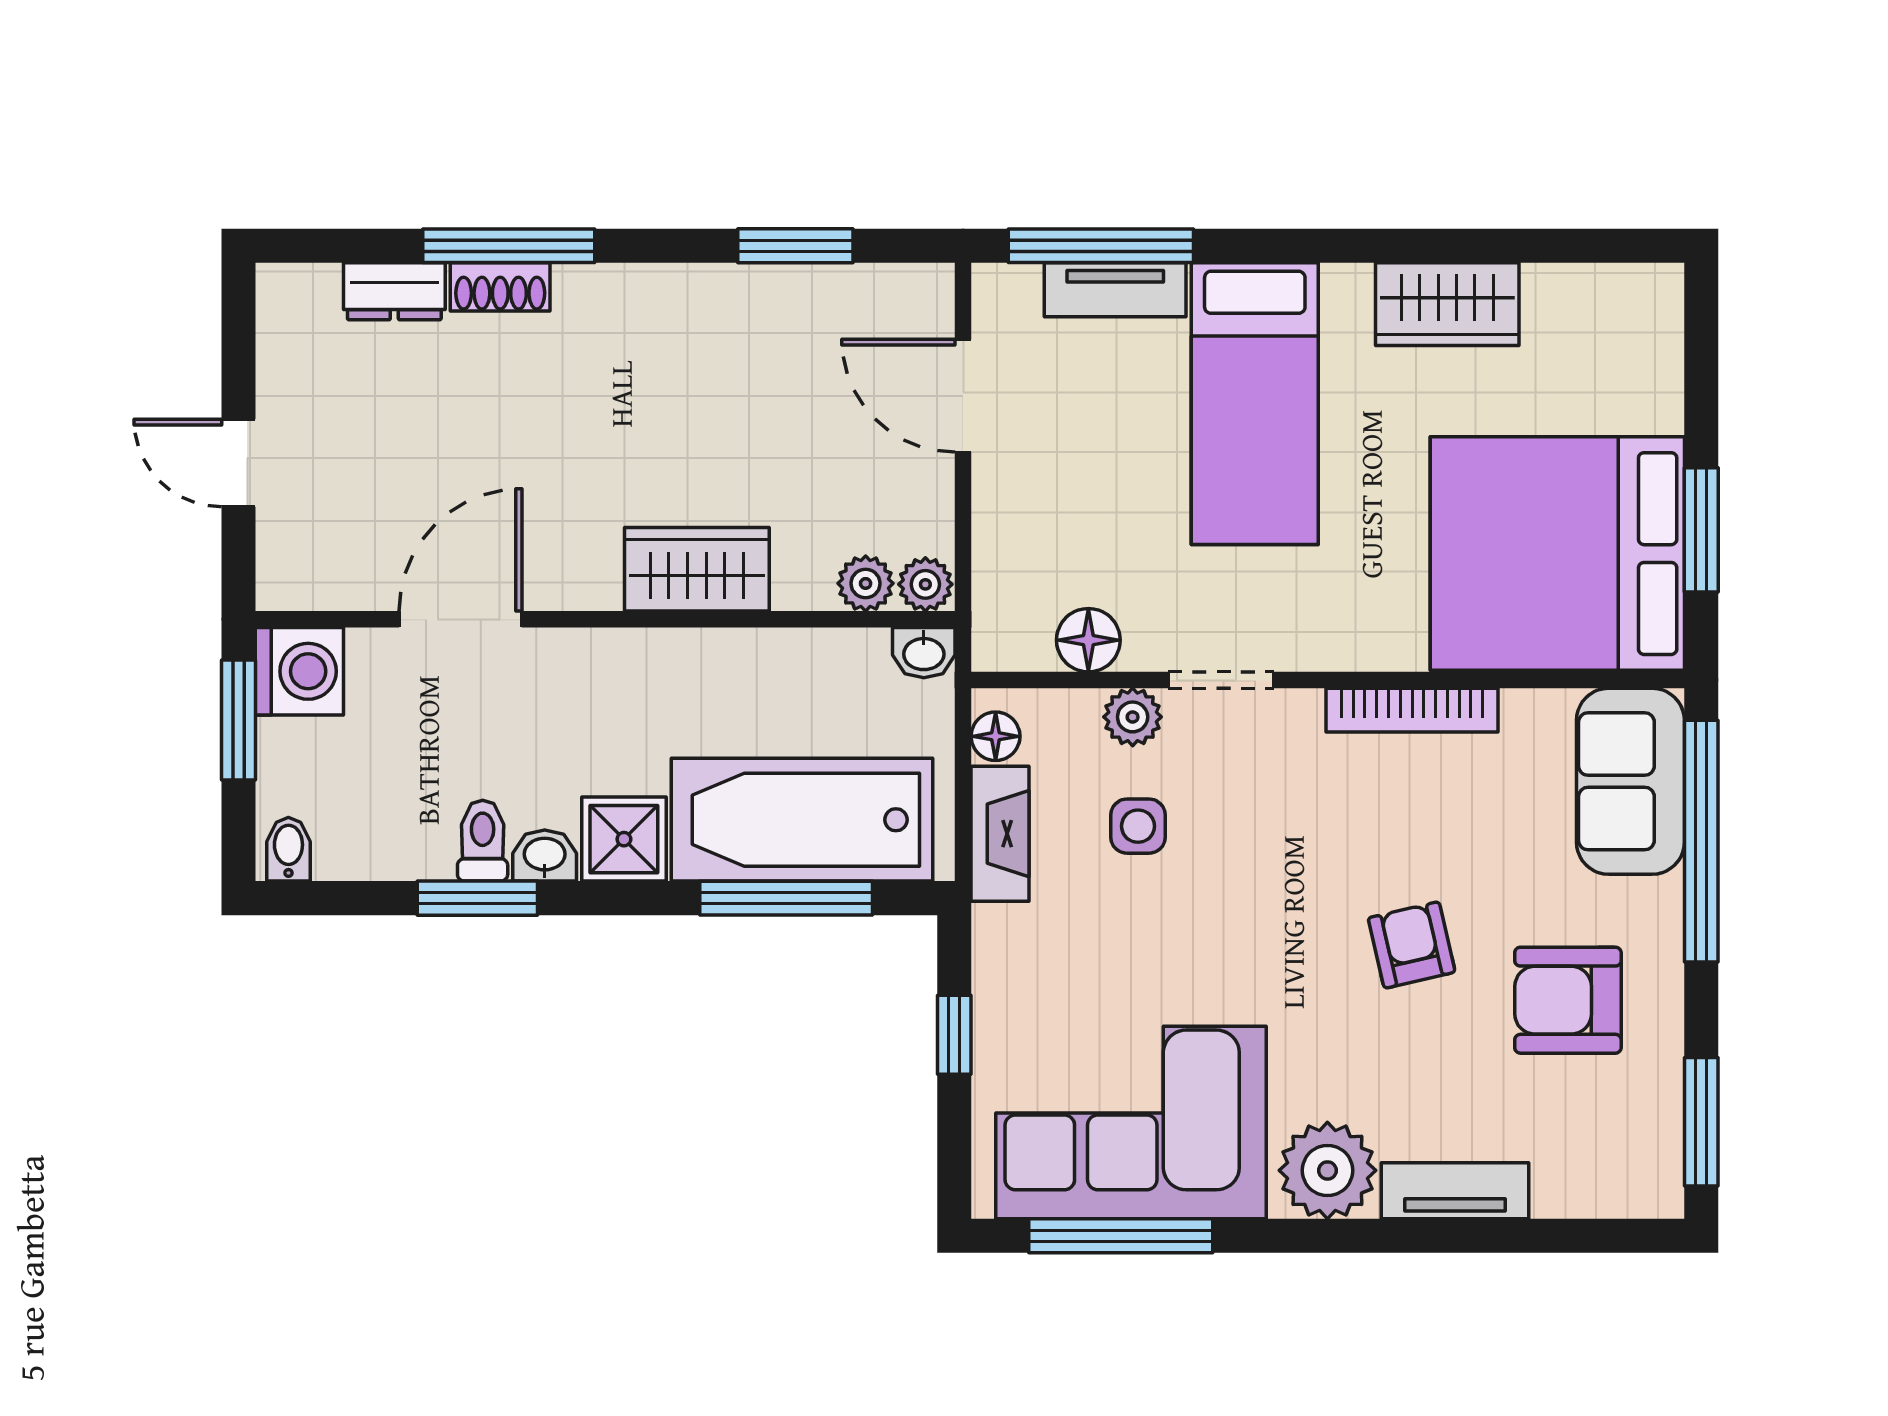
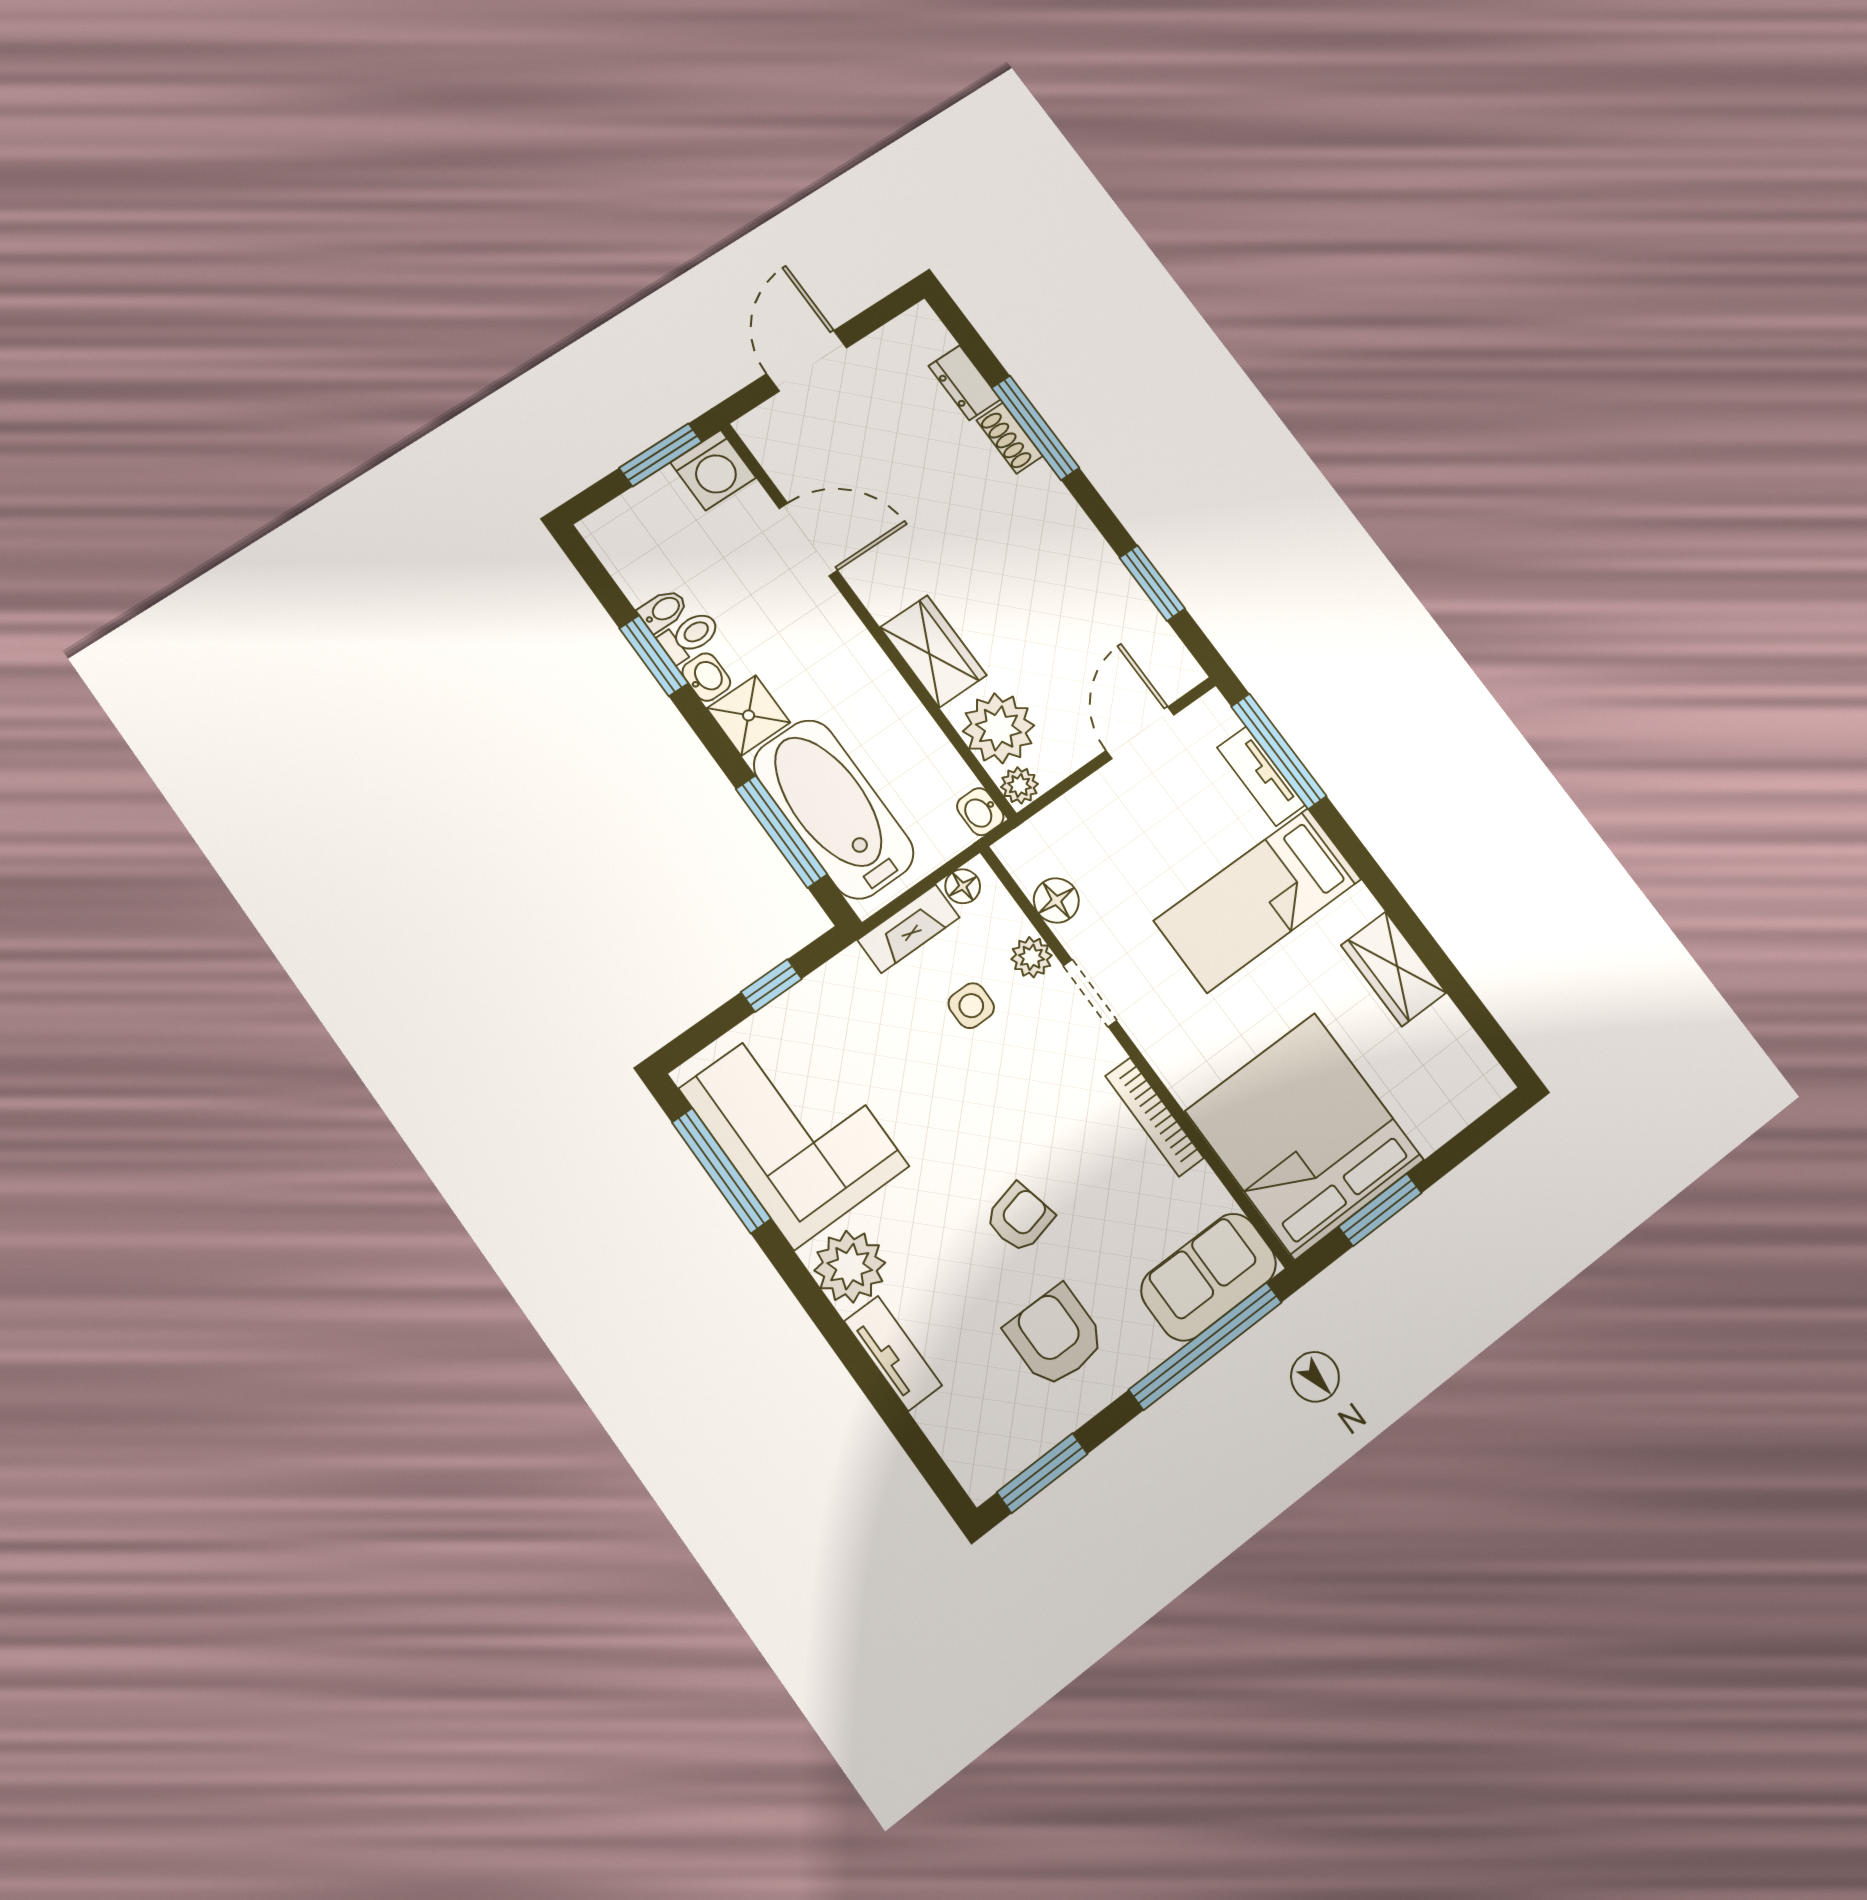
door: (239, 463) -> (807, 361), width x1.38
plant: (866, 583) -> (999, 728), width x1.88, depth x1.88
bidet: (288, 849) -> (663, 610), moved

